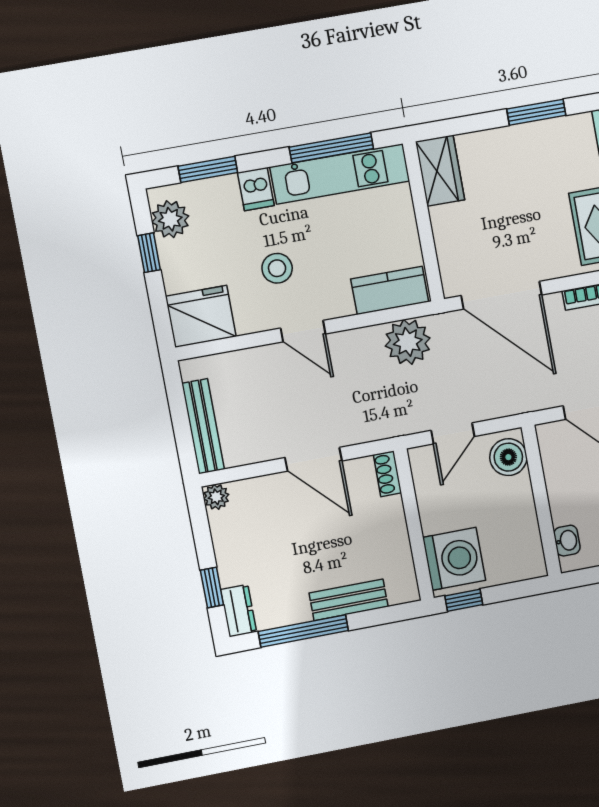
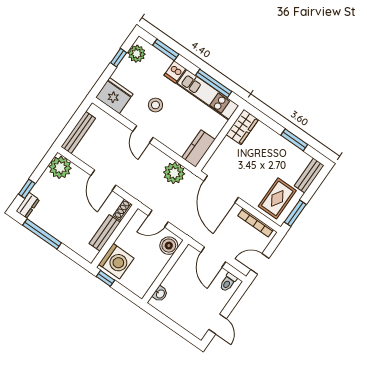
kitchen counter: (390, 290) -> (198, 149), moved, turned -90
plant: (216, 497) -> (60, 167), width x1.87, depth x1.87
bench: (349, 600) -> (105, 233), moved, turned 90

